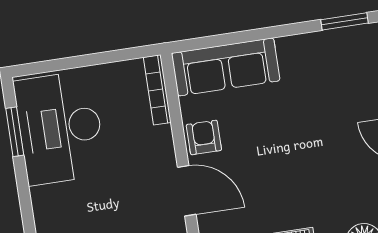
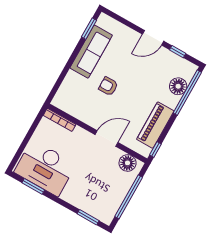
sofa: (226, 67) -> (91, 52), moved
armchair: (204, 137) -> (108, 86), moved

